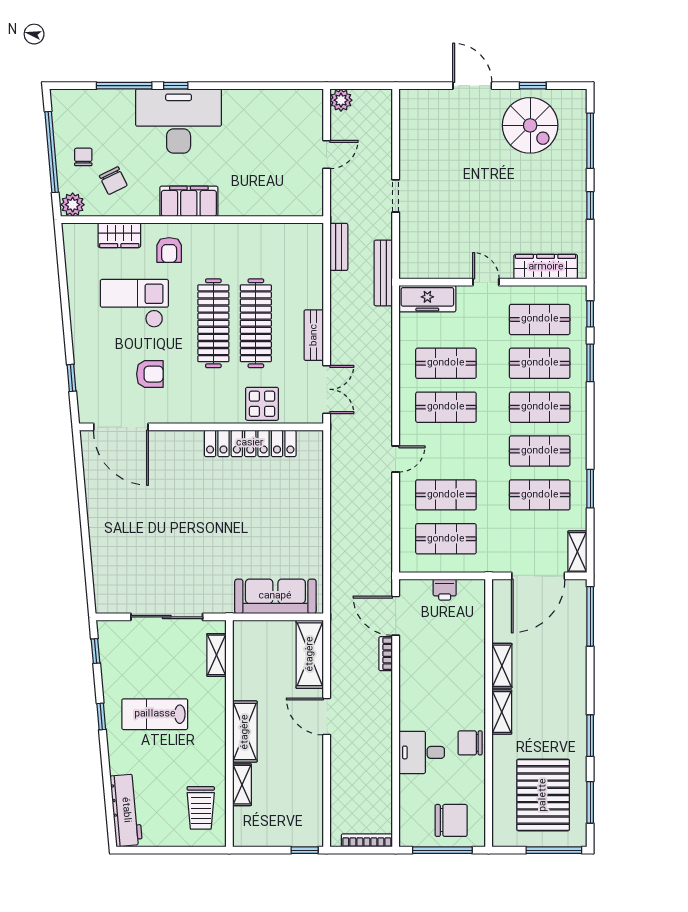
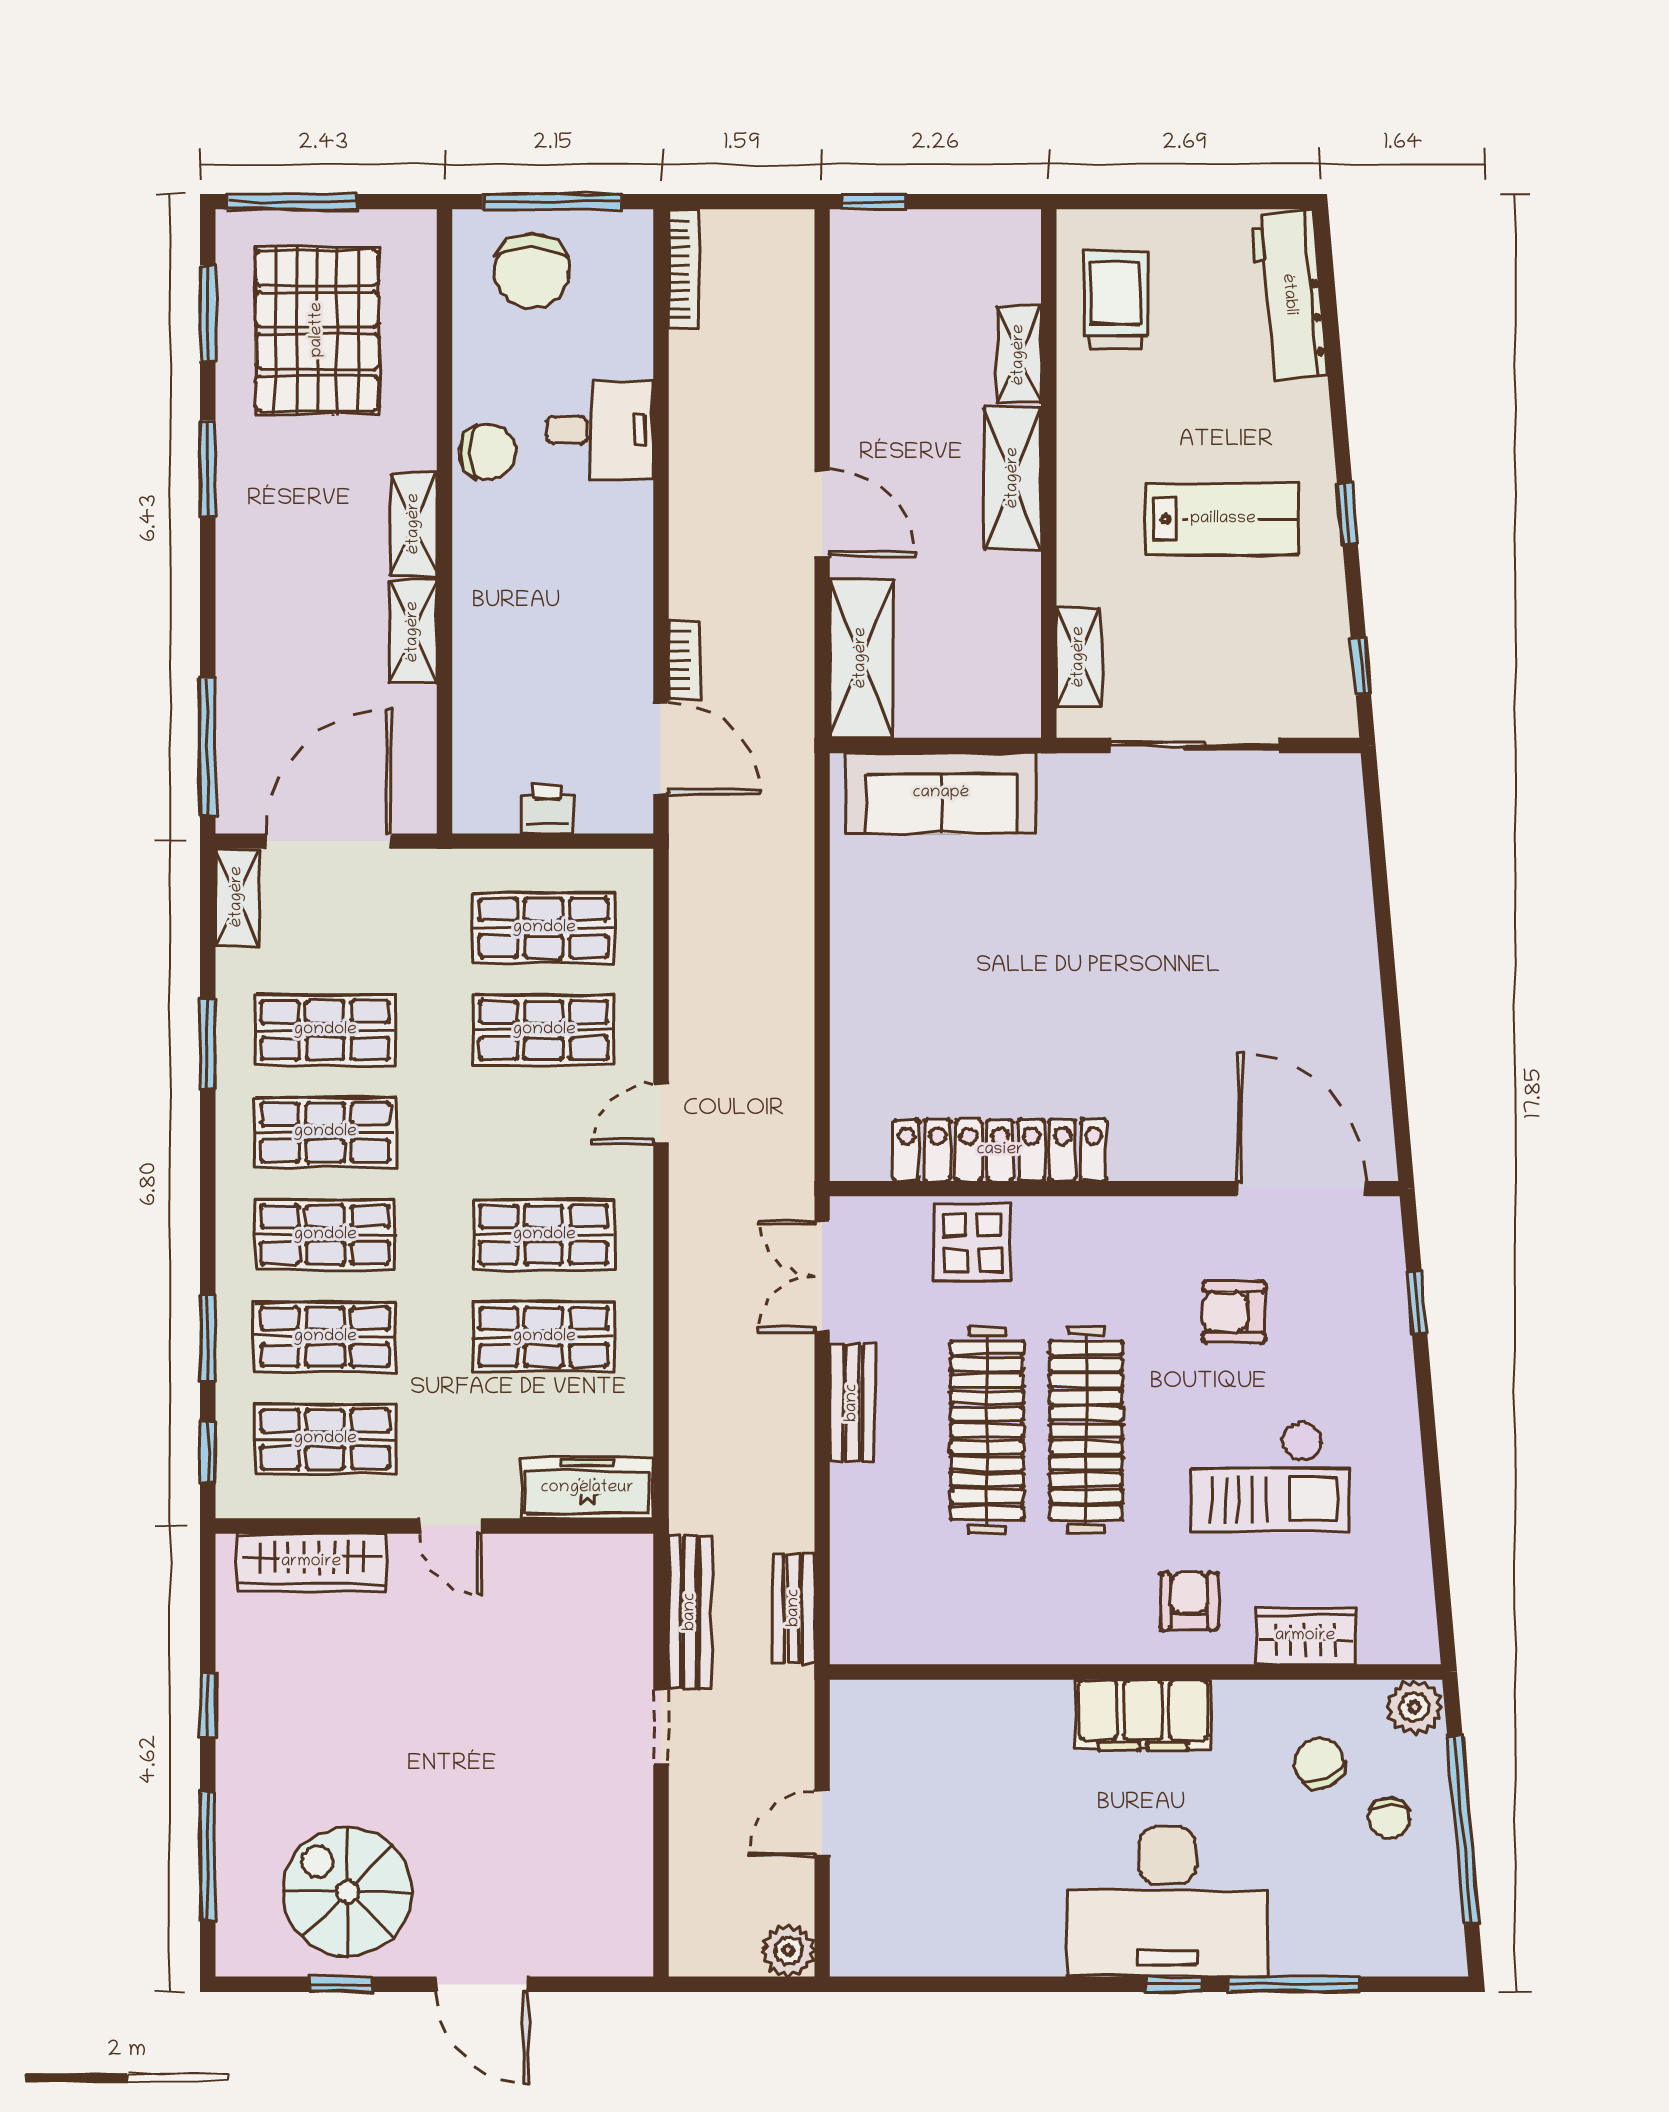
bench: (383, 273) -> (690, 1612), moved
chair: (451, 820) -> (532, 271), turned -90
bookcase: (367, 840) -> (684, 269), moved, turned -90

